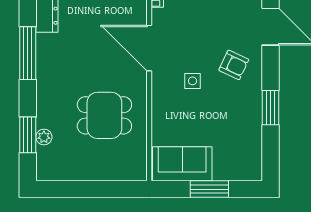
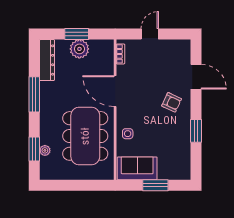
side table: (193, 81) -> (128, 134), moved
dining table: (104, 115) -> (85, 136), width x1.88, depth x1.24

